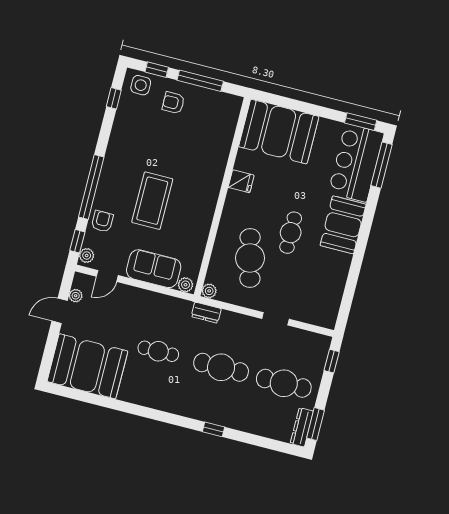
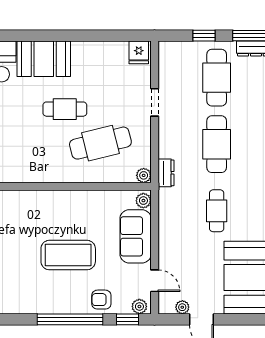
fridge: (241, 181) -> (139, 52), moved, turned 180
window: (332, 361) -> (204, 36), moved

